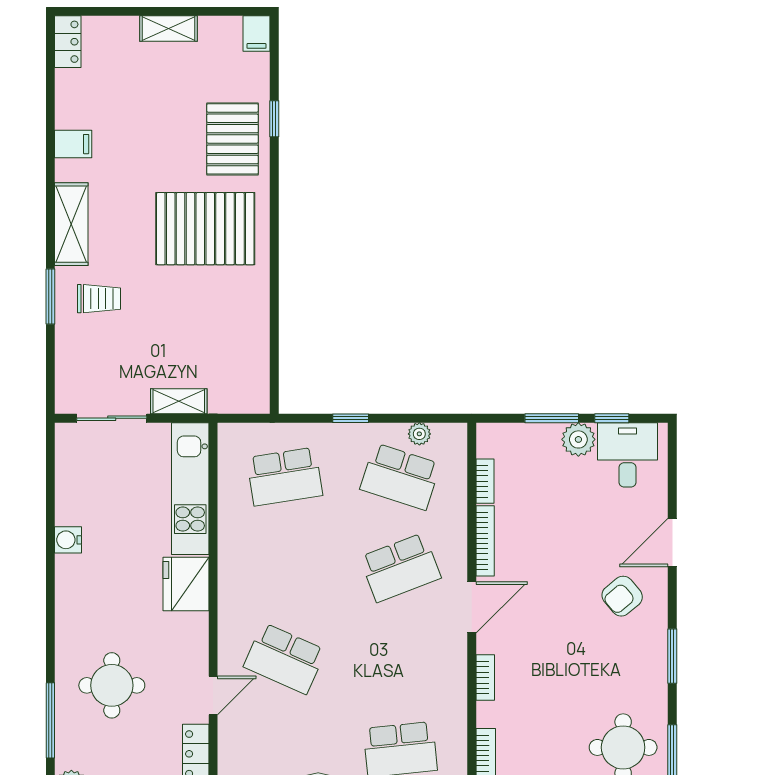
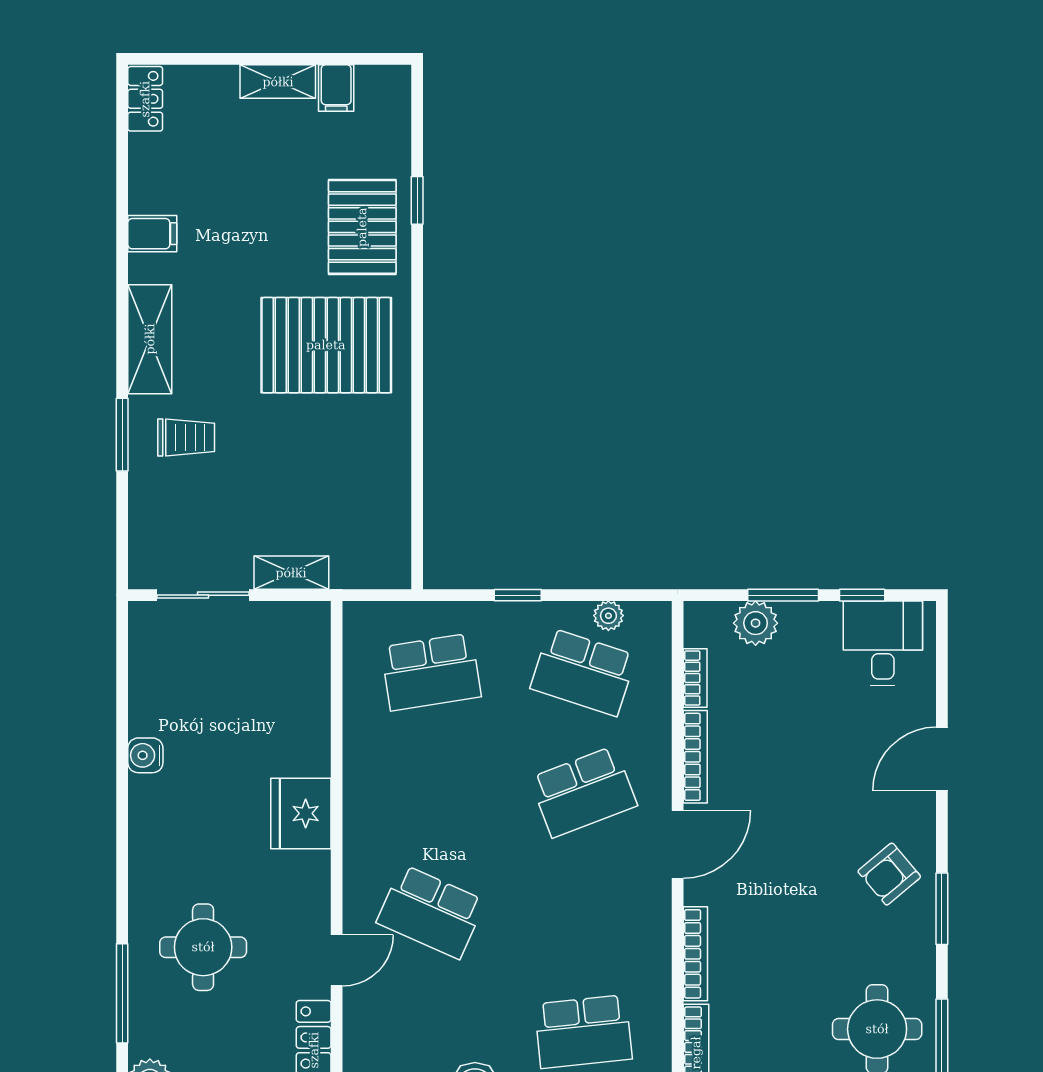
filing cabinet: (256, 34) -> (336, 88), moved
plant: (578, 439) -> (756, 623), moved
kitchen unit: (190, 489) -> (306, 688), removed
armchair: (622, 596) -> (889, 874), moved
bookcase: (485, 678) -> (695, 954), width x1.56

